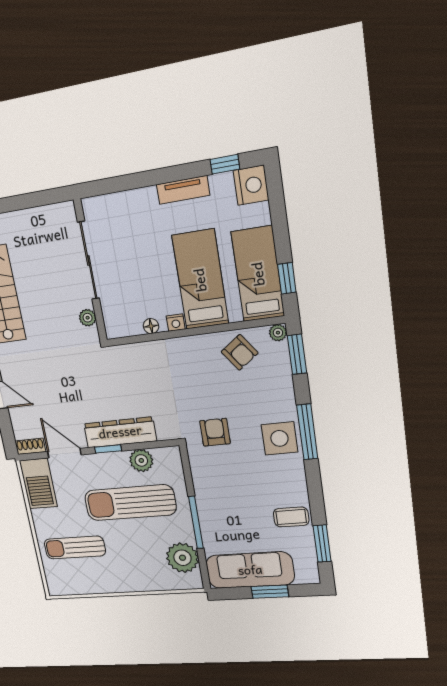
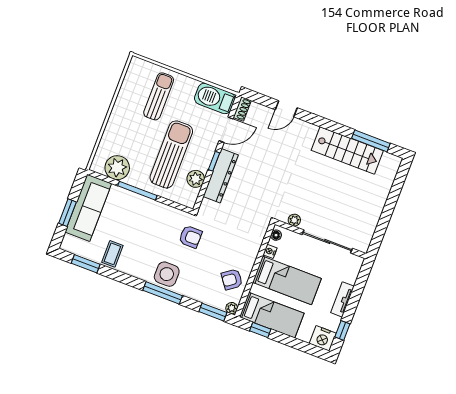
sliding door: (88, 260) -> (327, 242), moved
wall: (90, 271) -> (321, 239), moved
plant: (88, 318) -> (294, 220), moved

